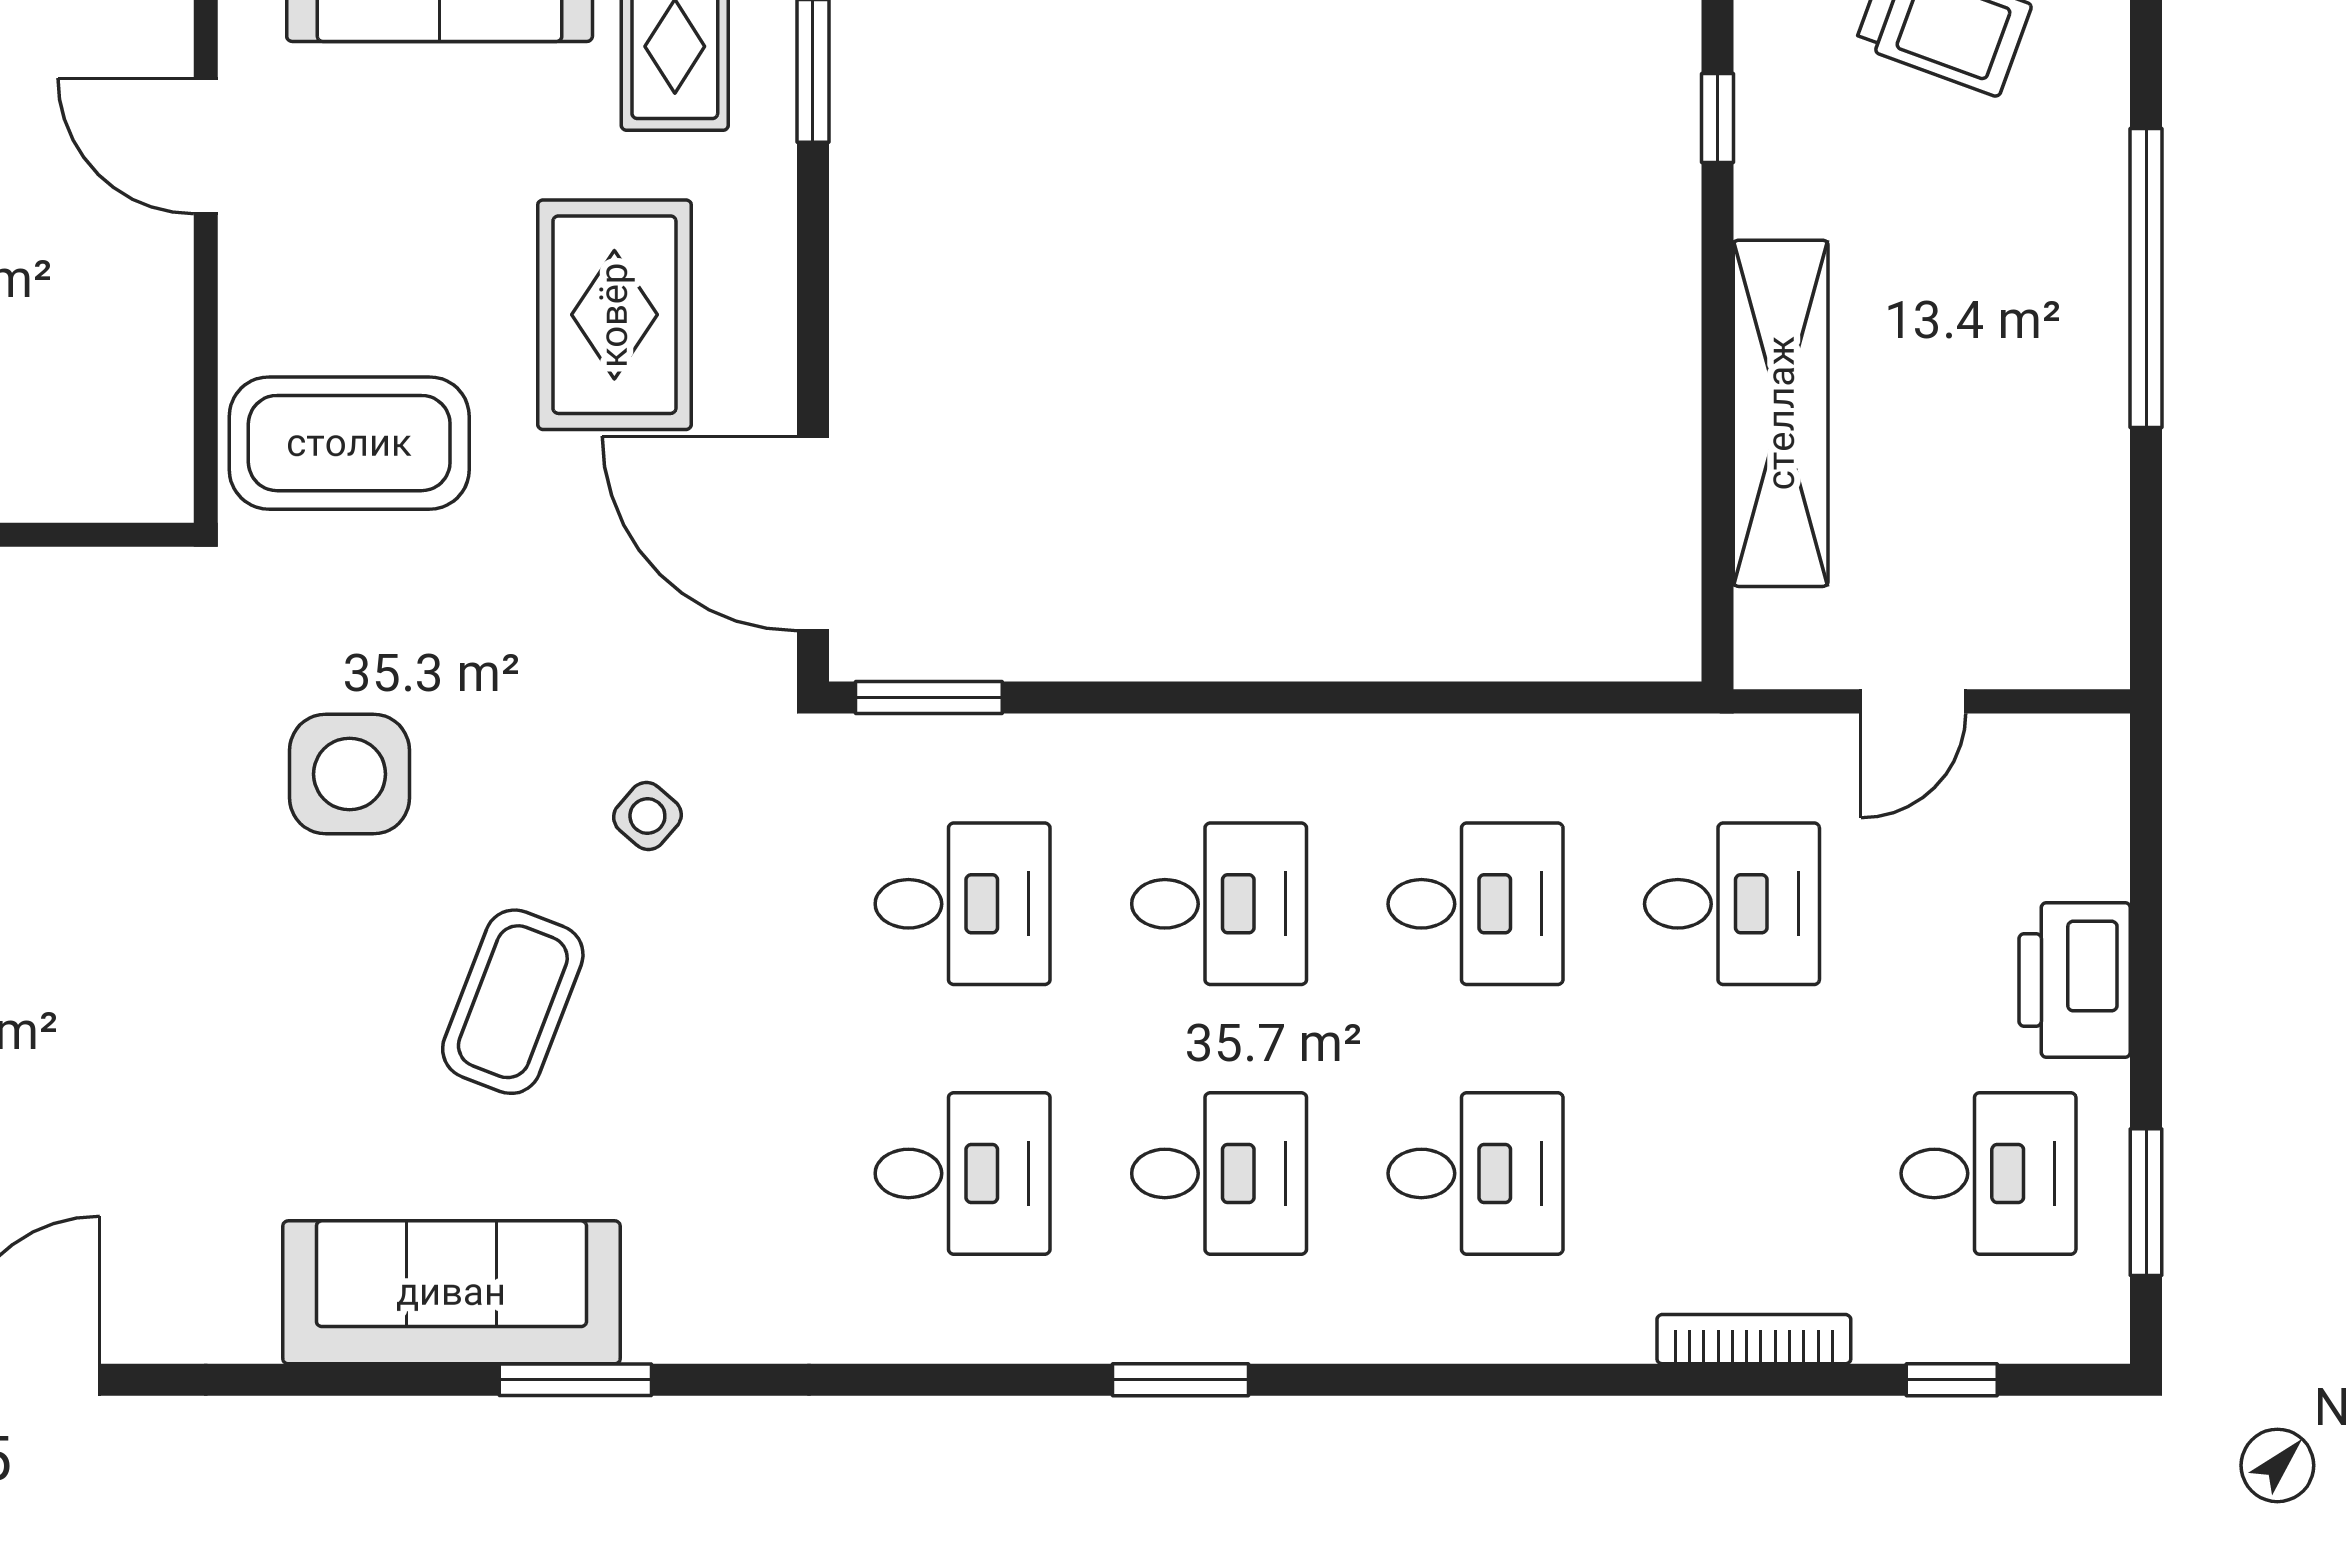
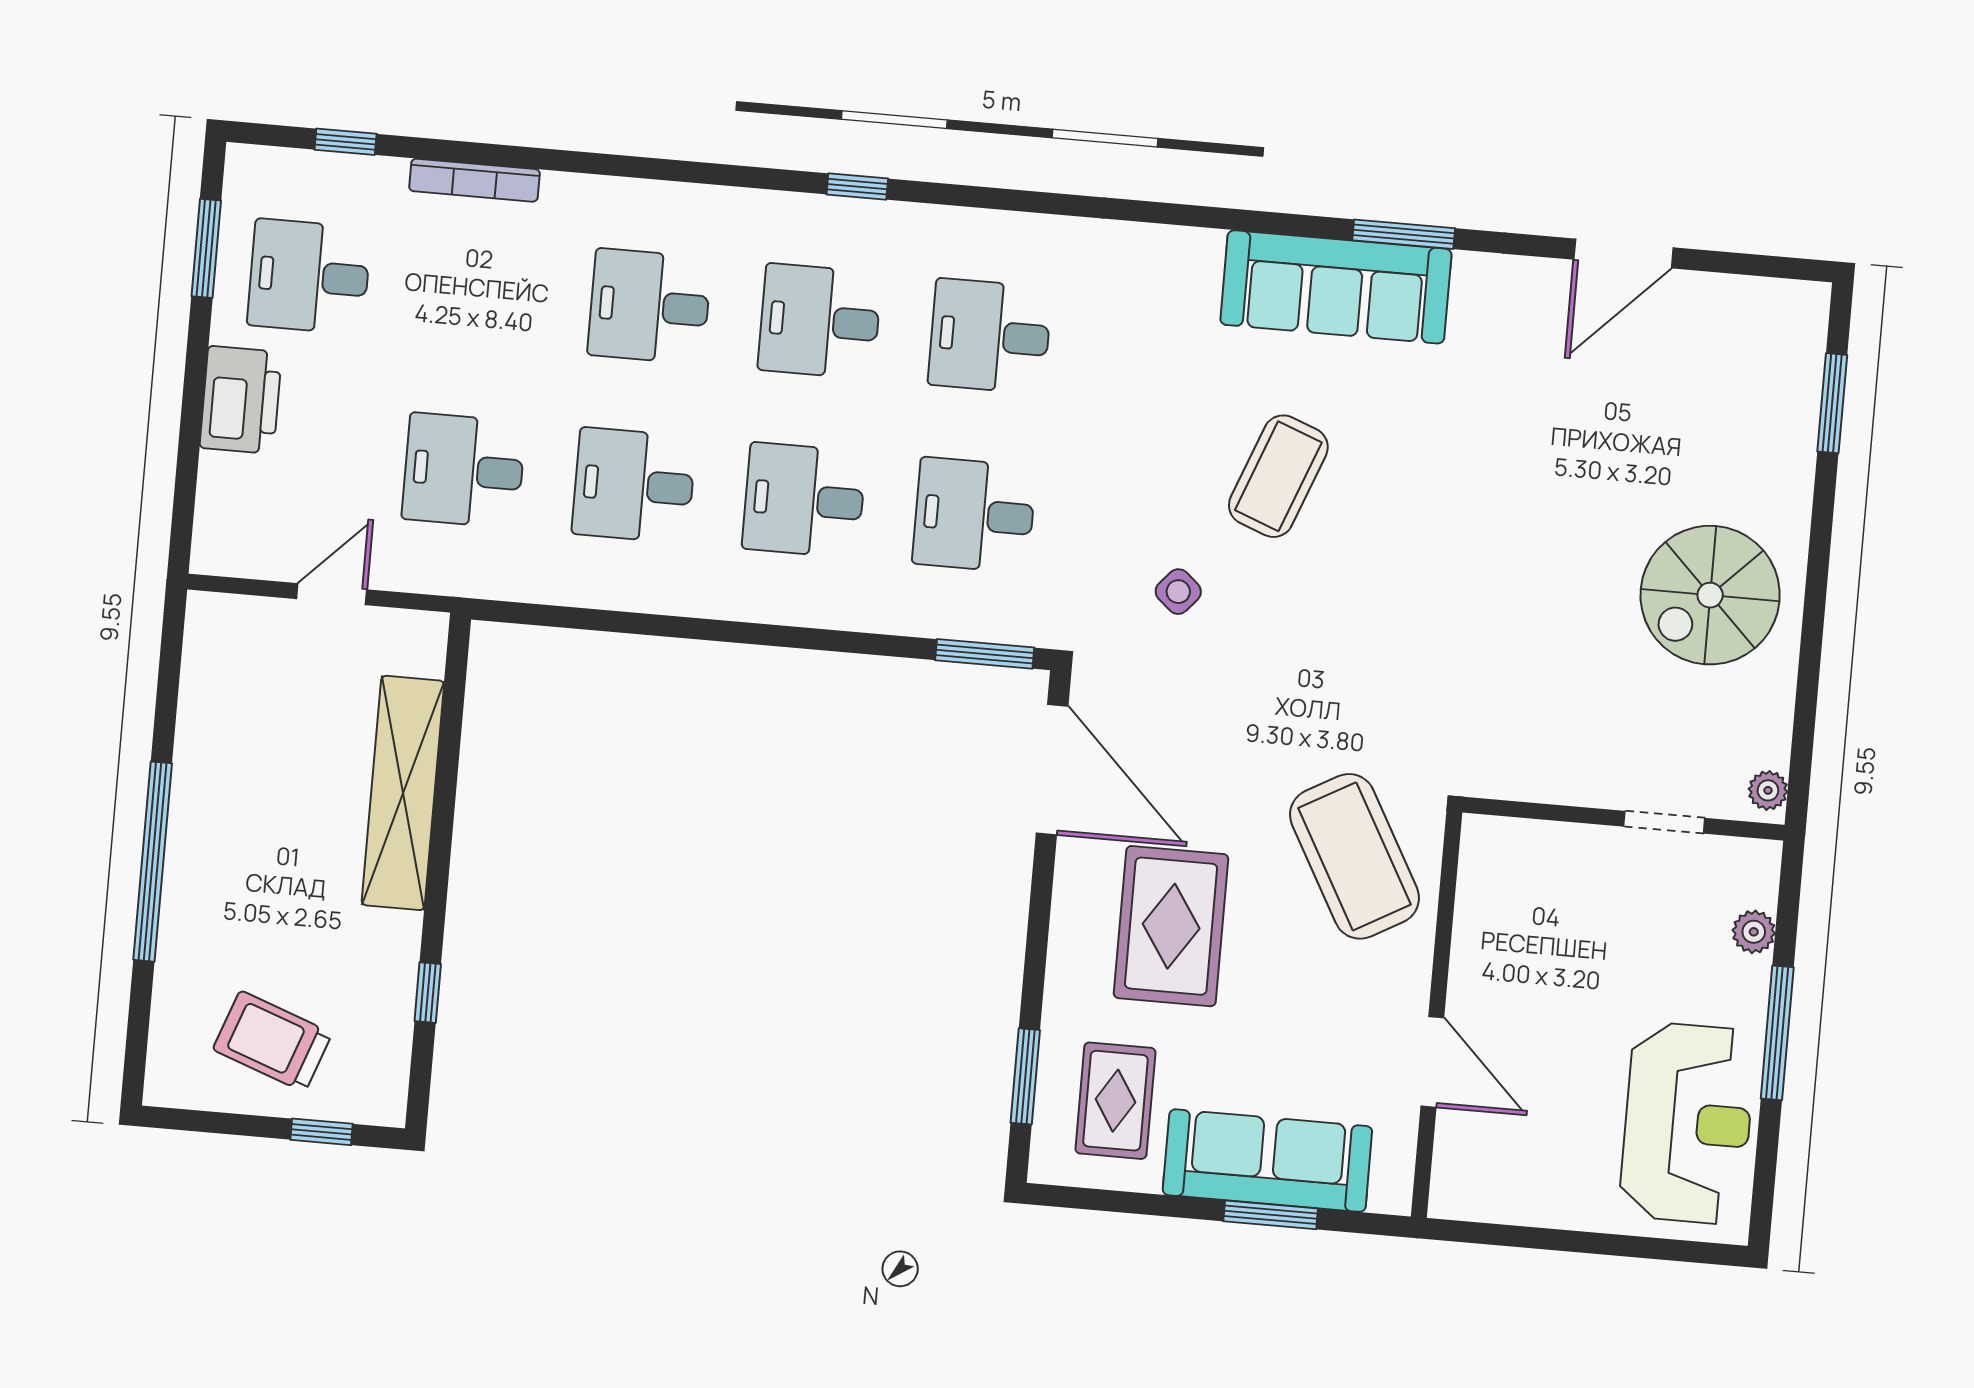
coffee table: (349, 443) -> (1354, 856), turned 61
side table: (350, 774) -> (1373, 637), removed
window: (575, 1380) -> (1404, 234), moved
window: (1180, 1380) -> (857, 186), width x0.67

